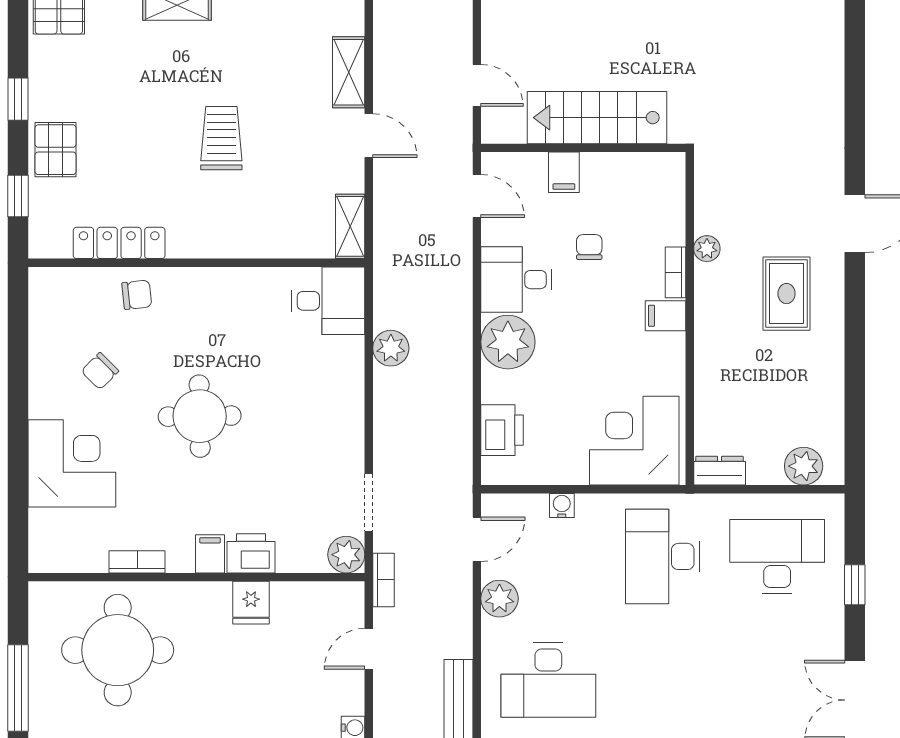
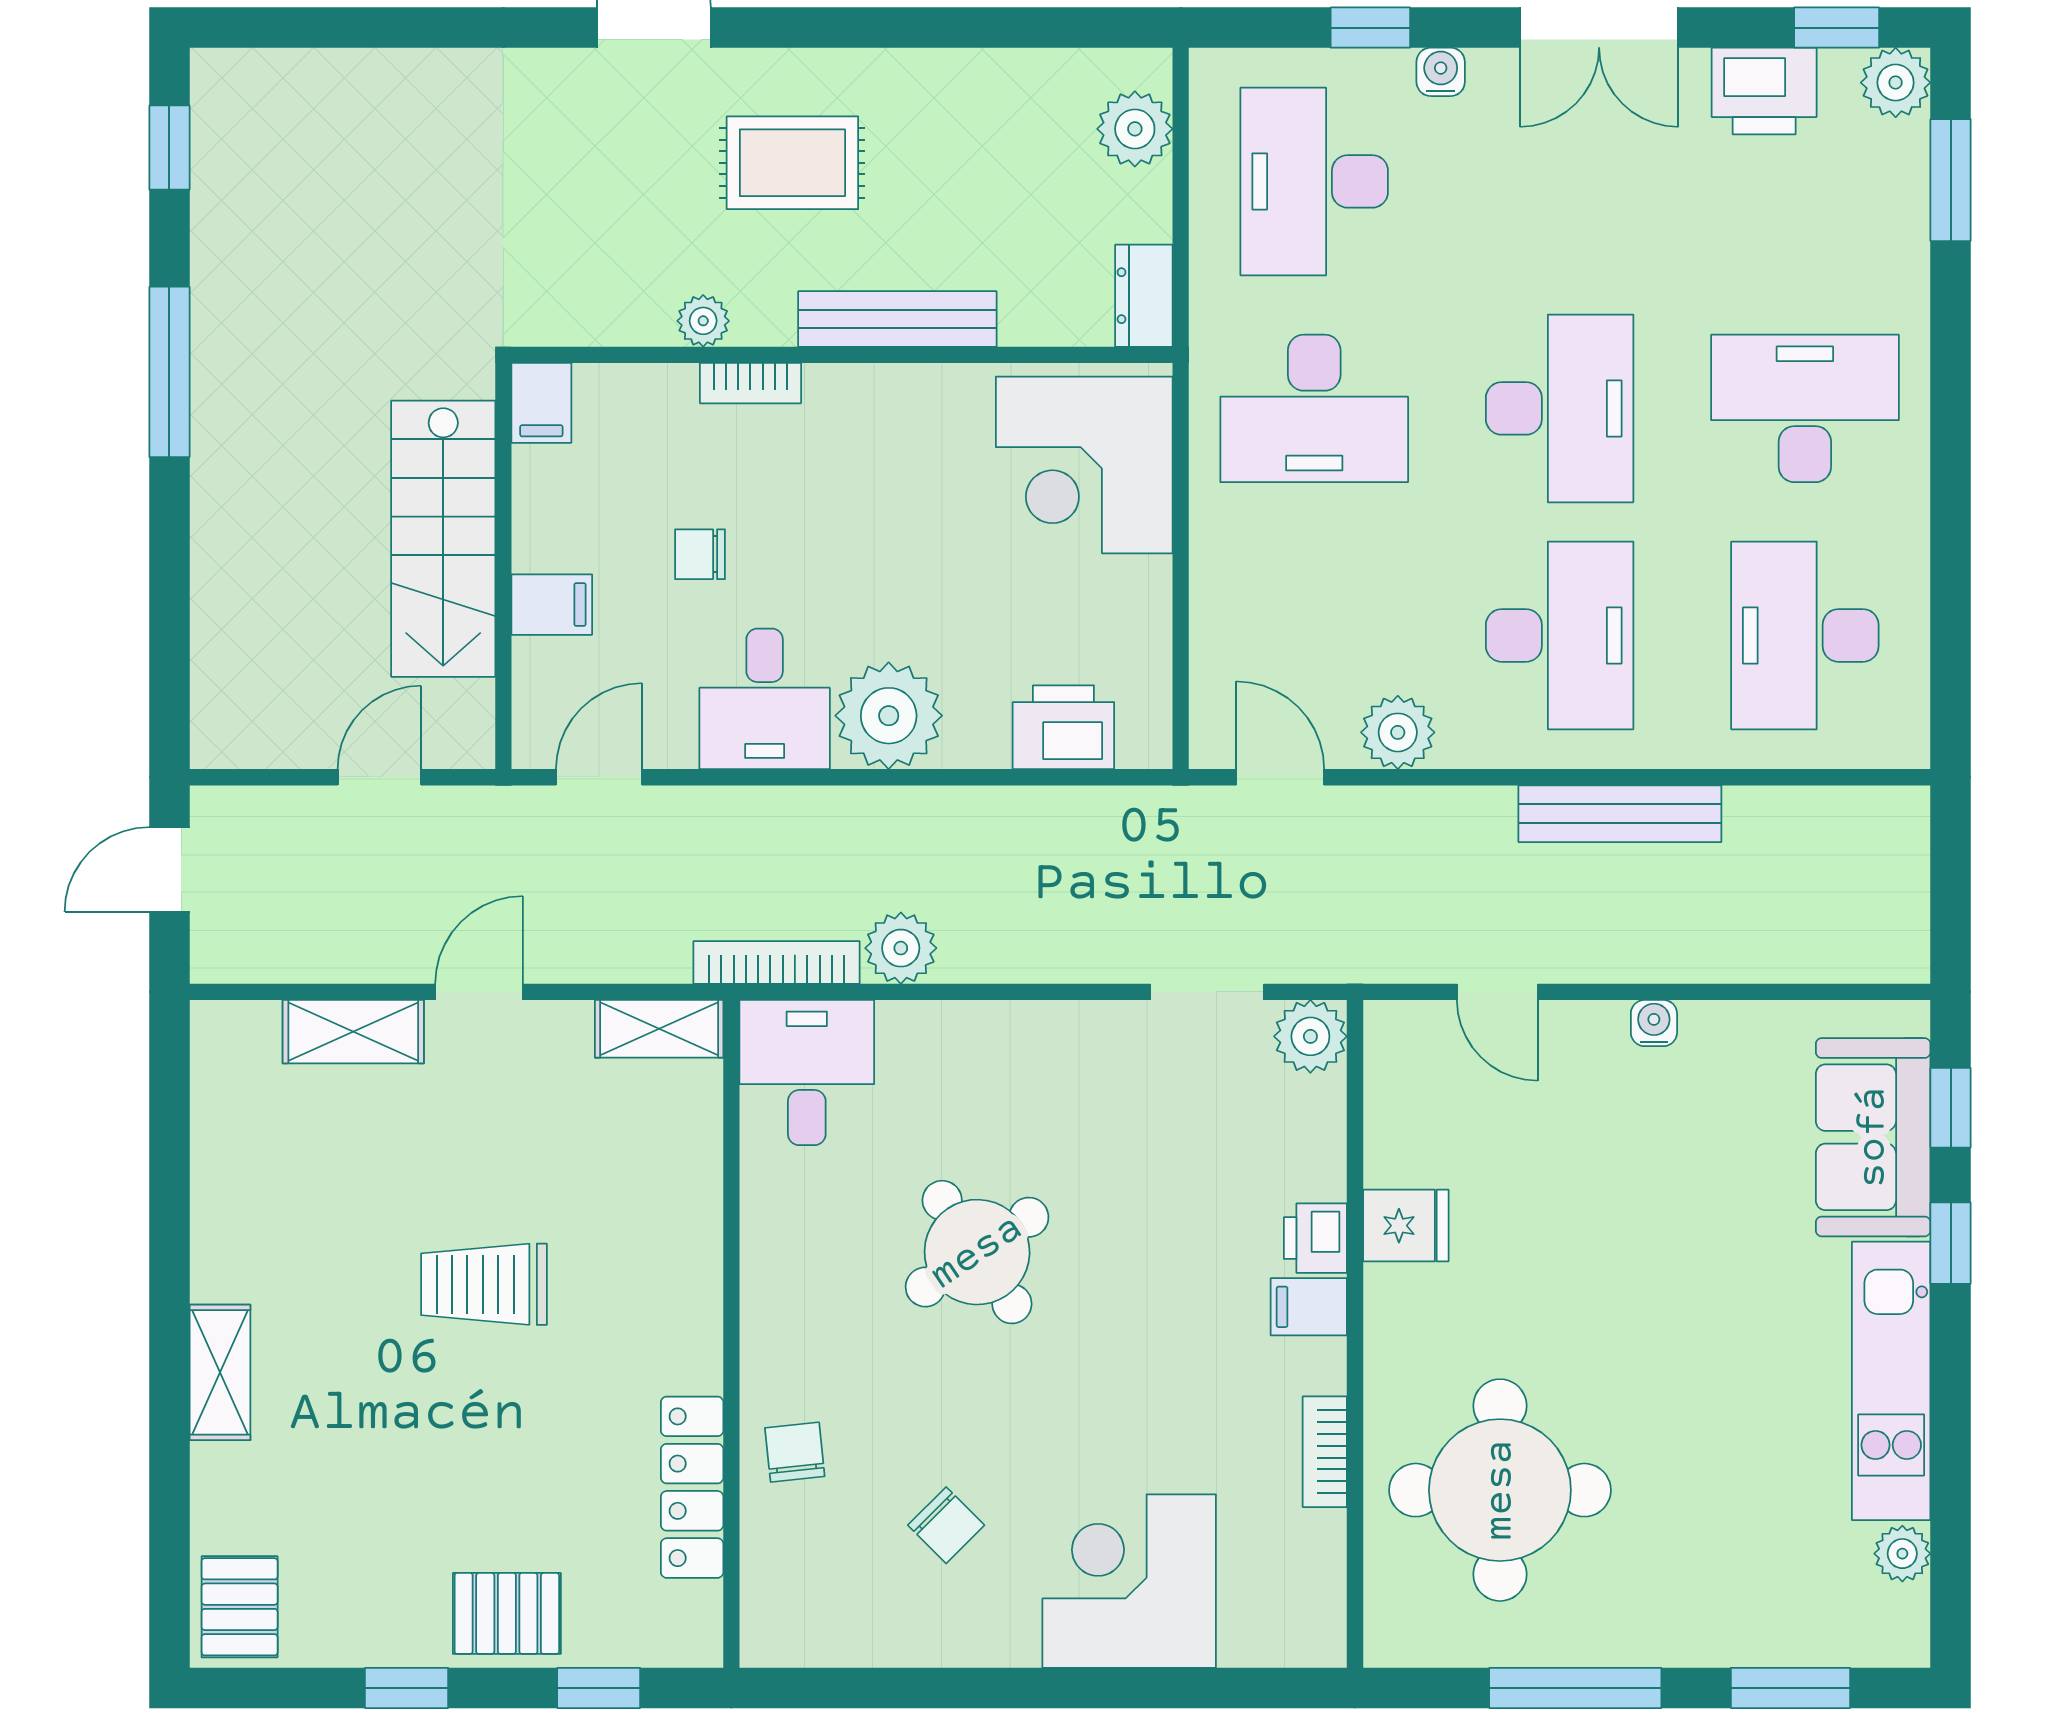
filing cabinet: (666, 316) -> (541, 403), moved
bench: (708, 346) -> (897, 319), added
round table: (200, 416) -> (977, 1252), moved, turned -33
water cooler: (562, 505) -> (1441, 72), moved, turned 90
printer: (251, 553) -> (1315, 1238), width x0.73, depth x0.81
bookcase: (384, 580) -> (777, 963), moved, width x1.56
desk: (663, 680) -> (1560, 408), added

